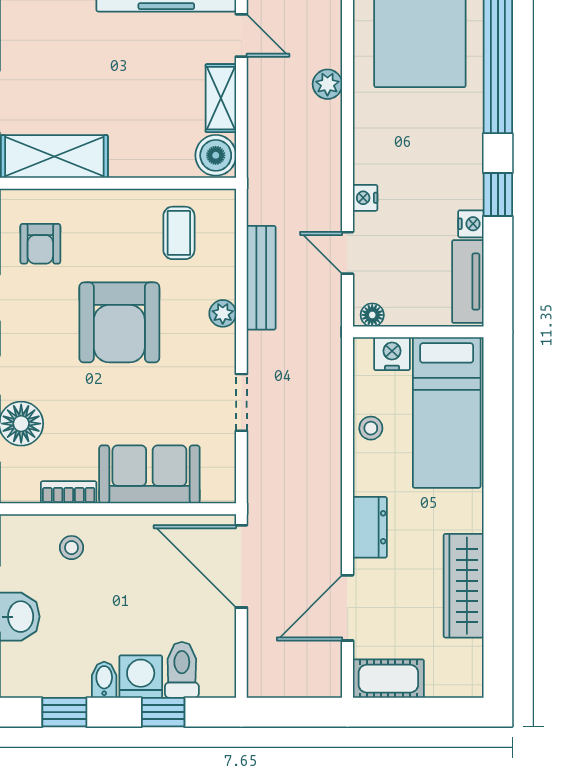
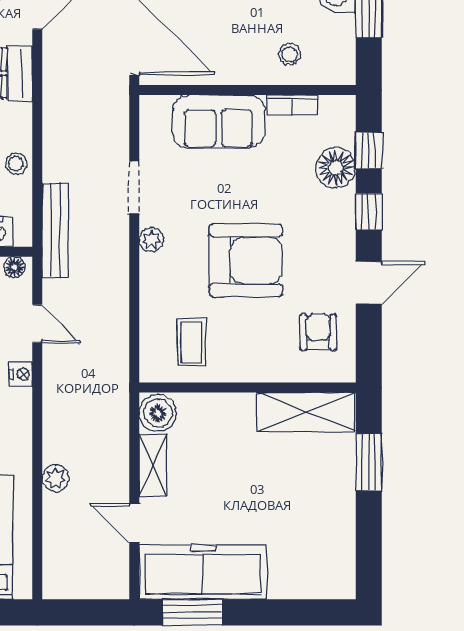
bench: (261, 278) -> (55, 230), moved
plant: (223, 313) -> (151, 240), moved
armchair: (119, 322) -> (246, 260), turned 90

